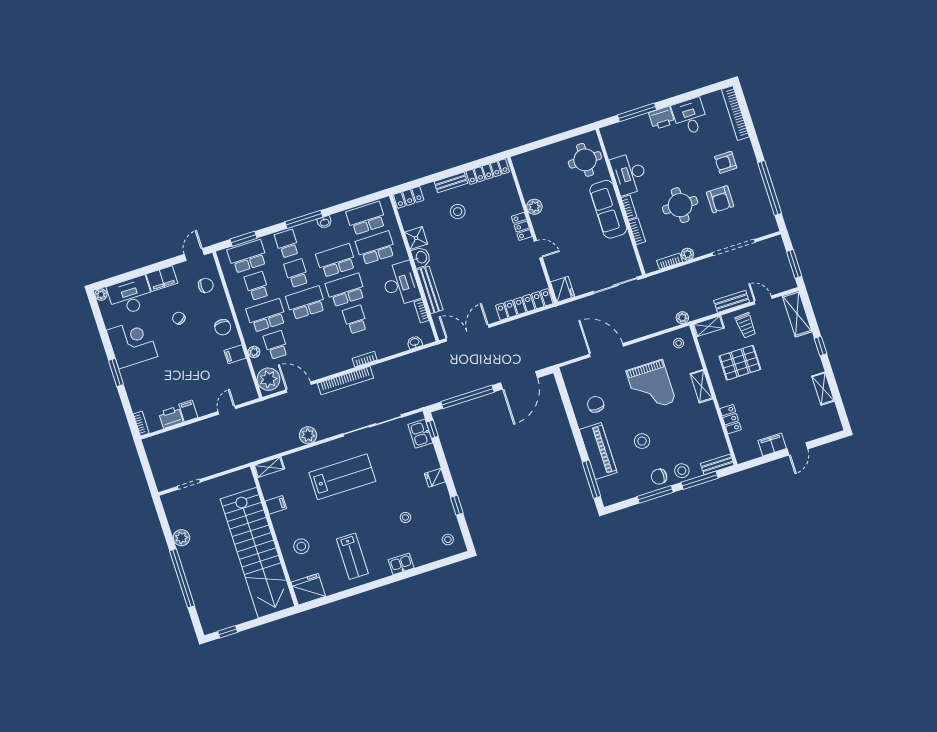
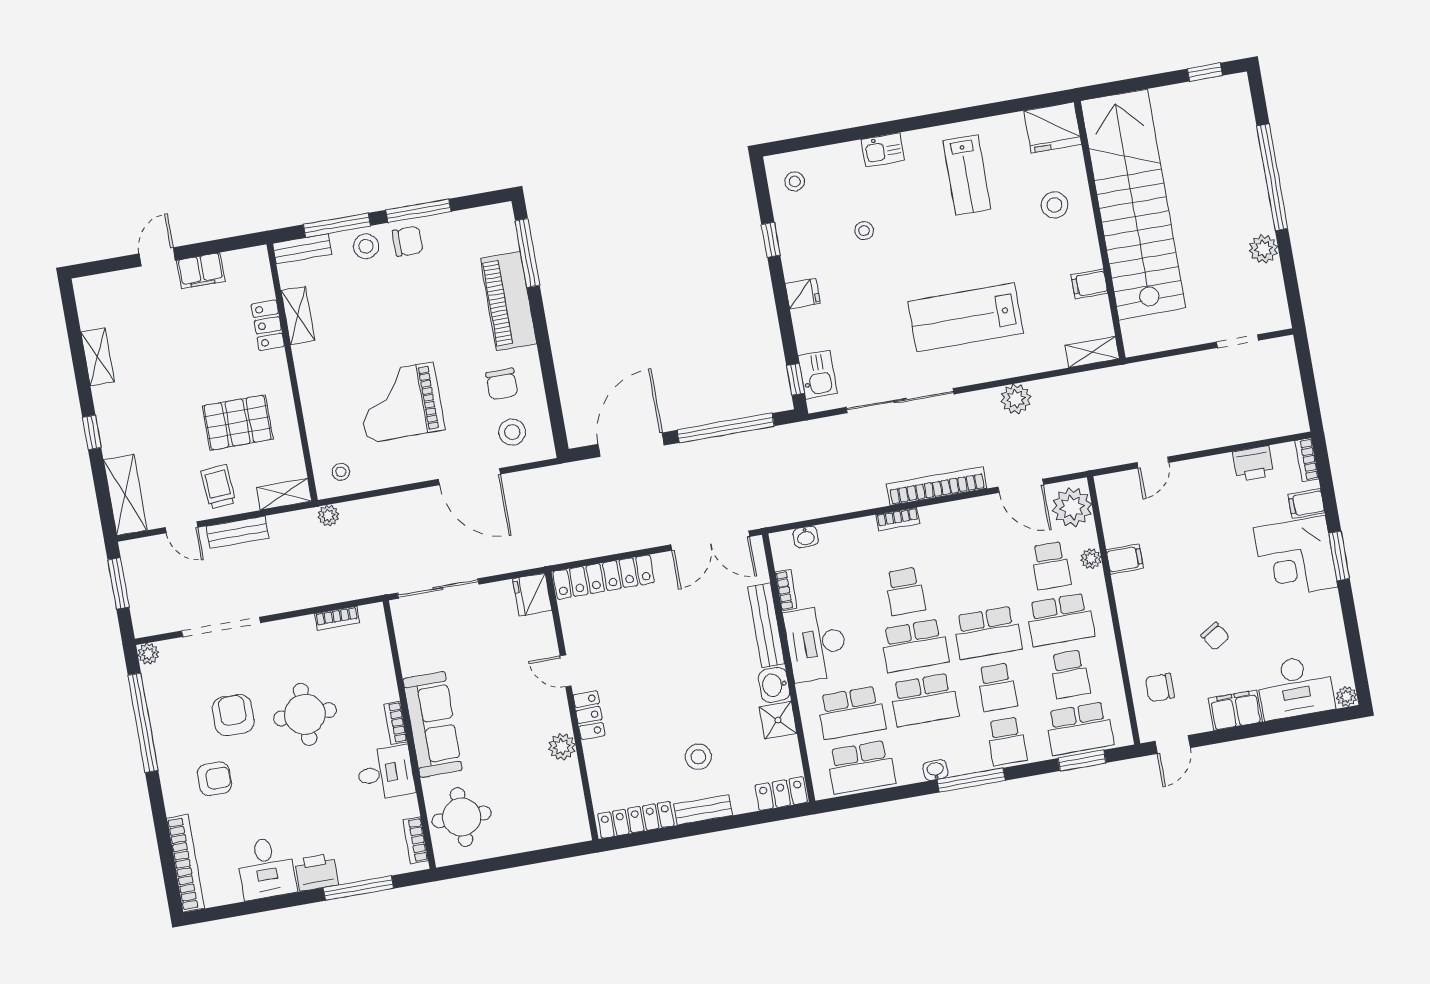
desk: (629, 174) -> (386, 773), width x0.73
bookcase: (637, 231) -> (416, 840), moved
plant: (688, 254) -> (148, 654), moved
chair: (223, 327) -> (1140, 610), removed
corner desk: (132, 343) -> (1295, 557), moved
grand piano: (651, 386) -> (400, 403), turned -90
shelving: (701, 386) -> (298, 315), moved
filing cabinet: (188, 411) -> (1306, 504), moved, turned 90
stool: (642, 441) -> (512, 432), moved
lab bench: (352, 556) -> (967, 175), turned 180

